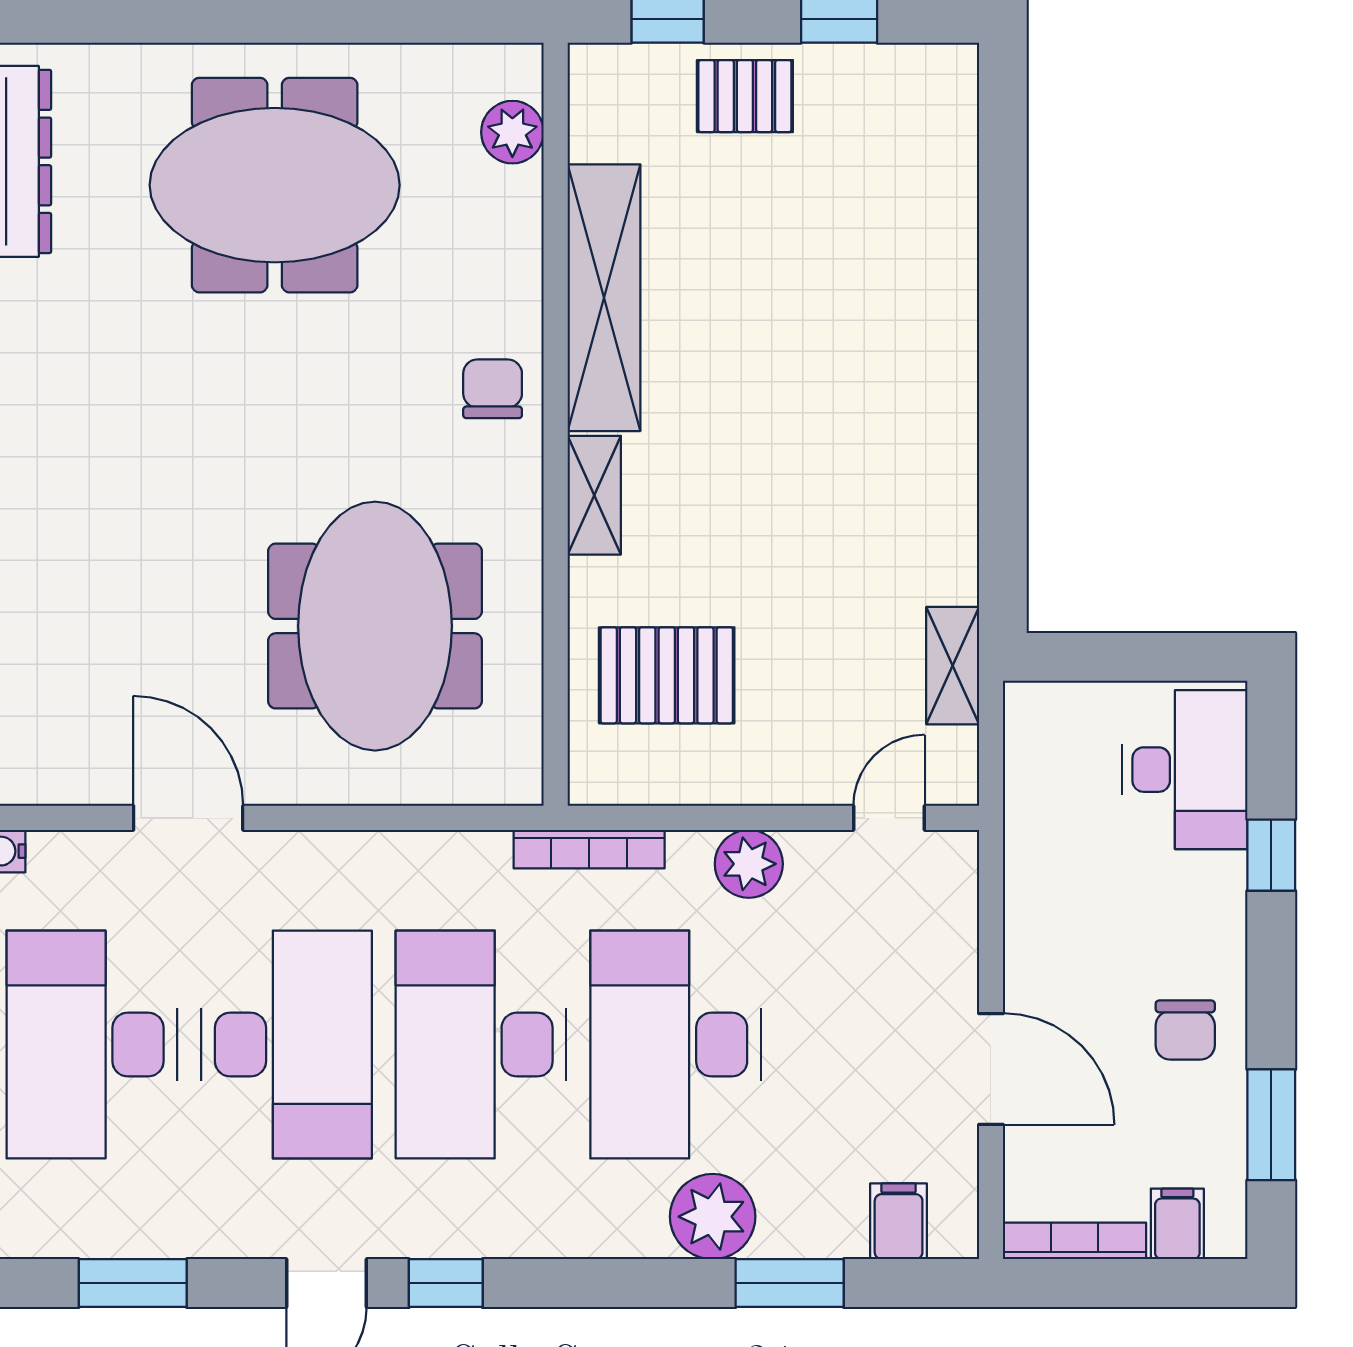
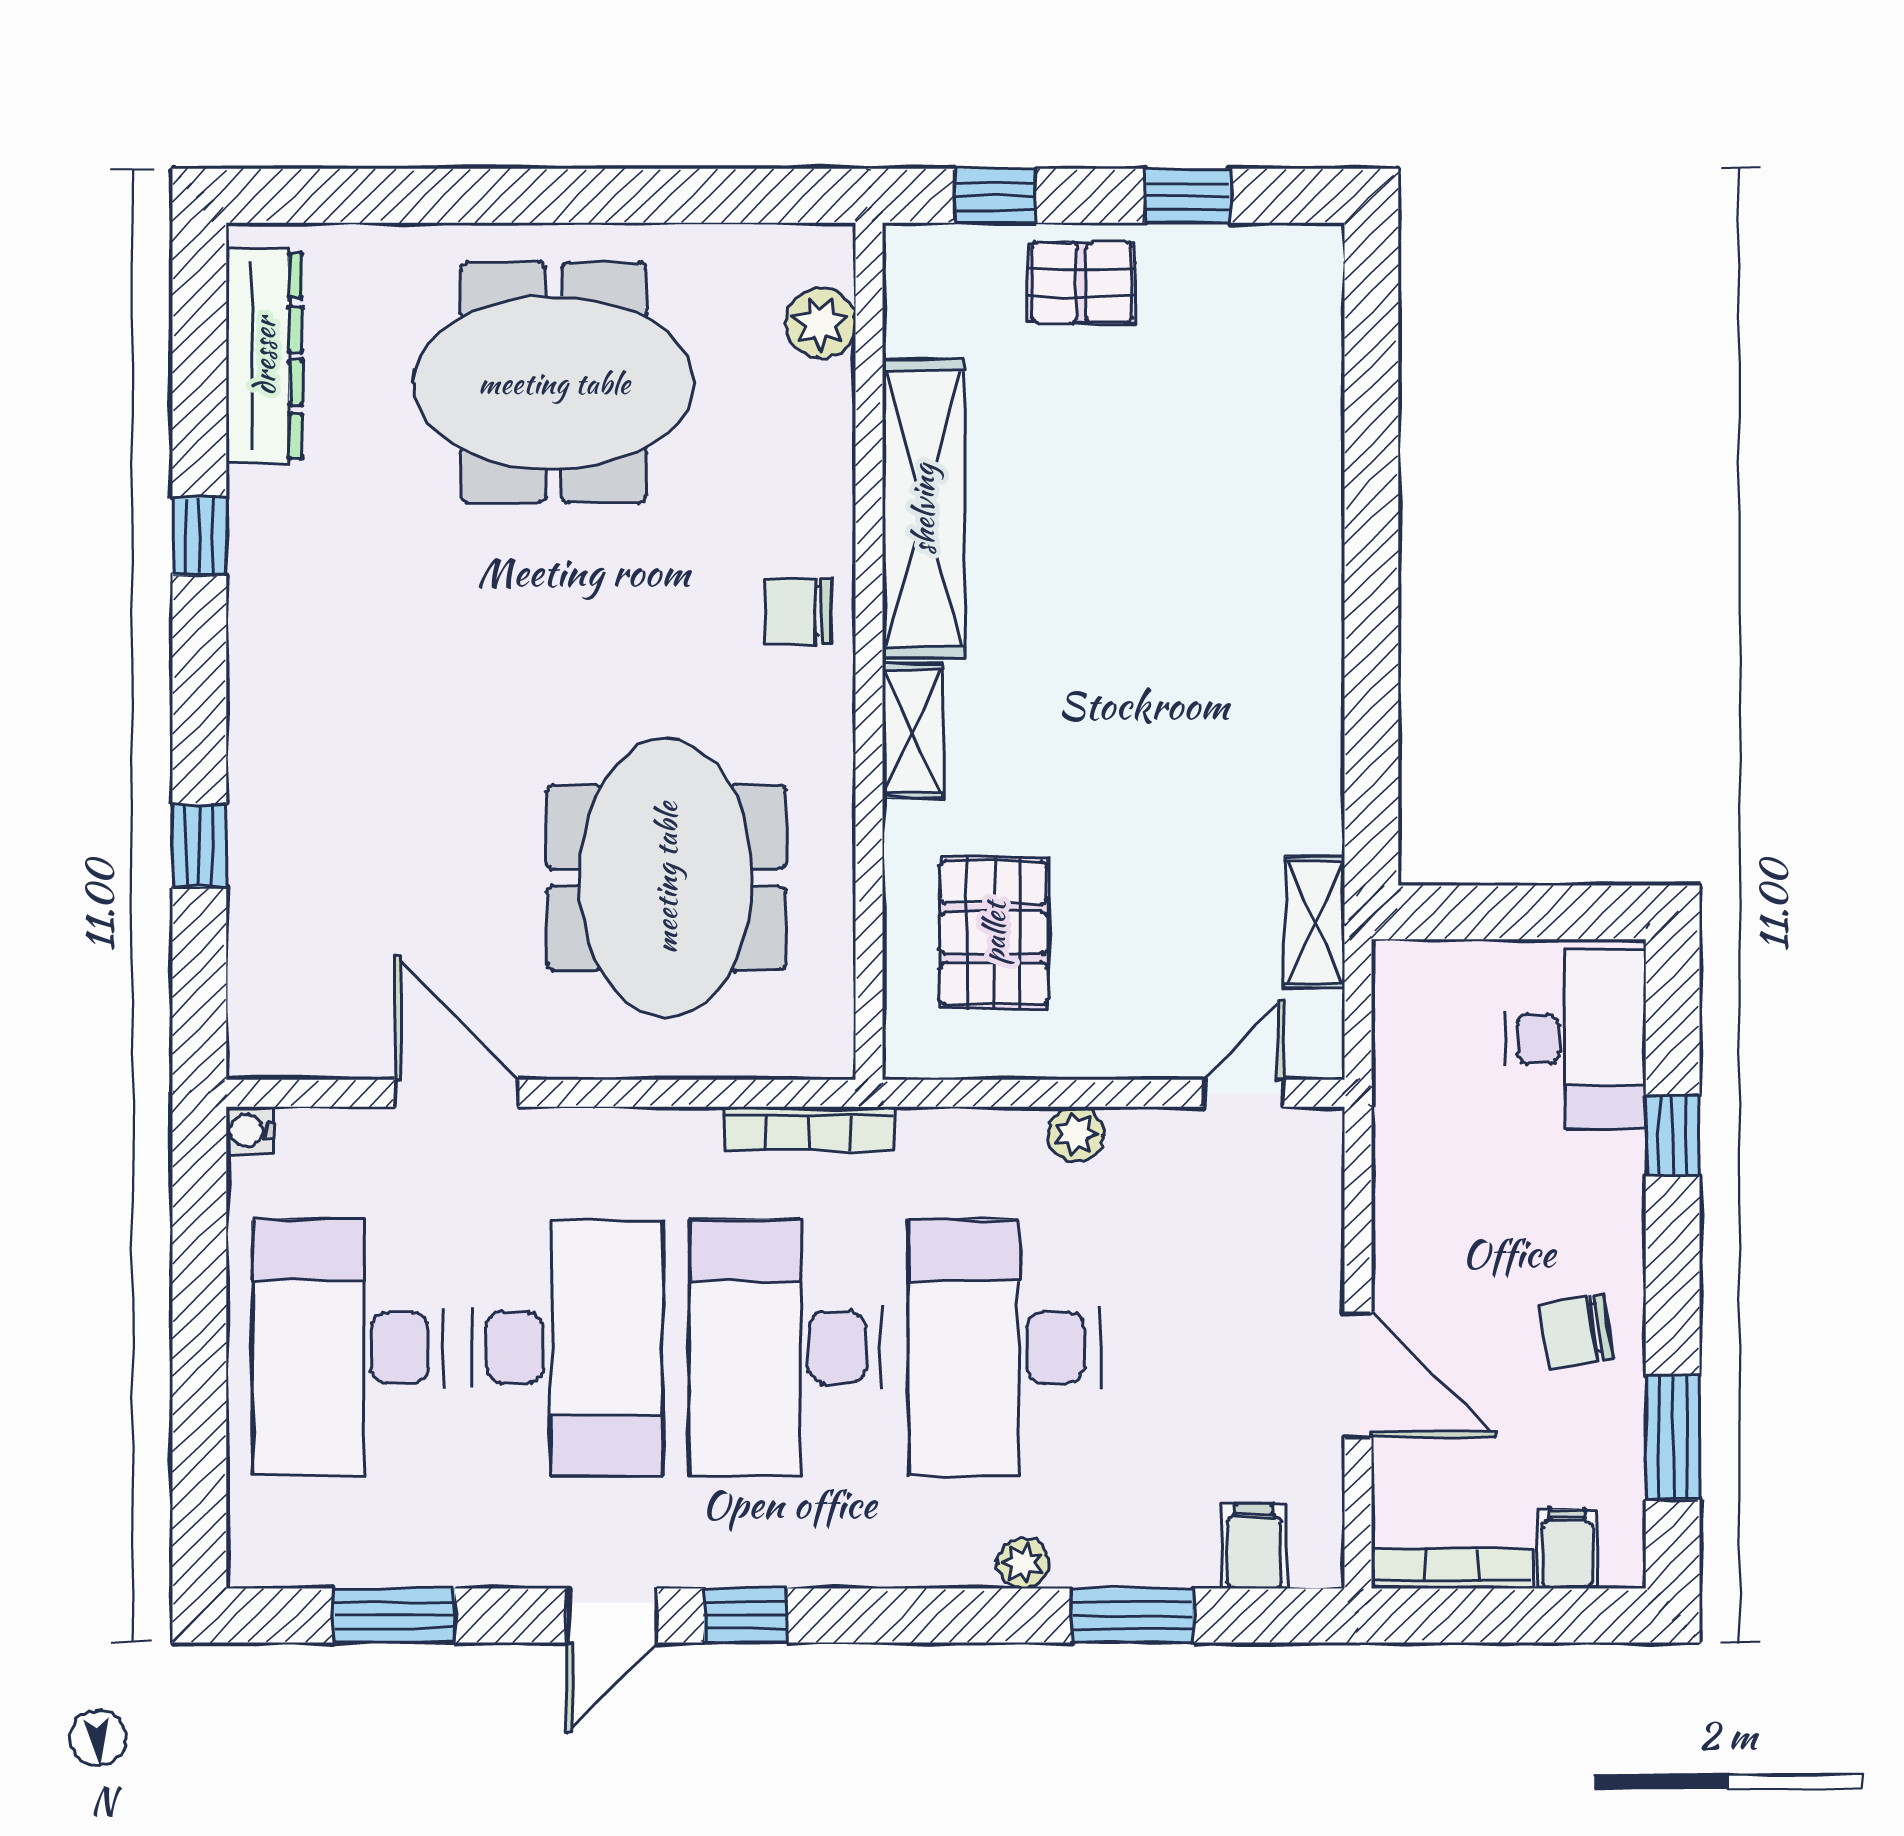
chair: (493, 389) -> (798, 611), turned -90
pallet: (667, 675) -> (994, 933), turned 90
bookcase: (589, 849) -> (809, 1128), moved
plant: (749, 864) -> (1076, 1134), width x0.73, depth x0.73
chair: (1185, 1030) -> (1576, 1331), turned 81
plant: (713, 1217) -> (1023, 1563), width x0.53, depth x0.53

